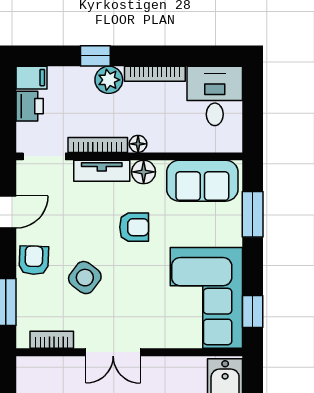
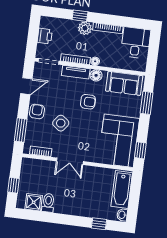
filing cabinet: (31, 78) -> (47, 22), removed

